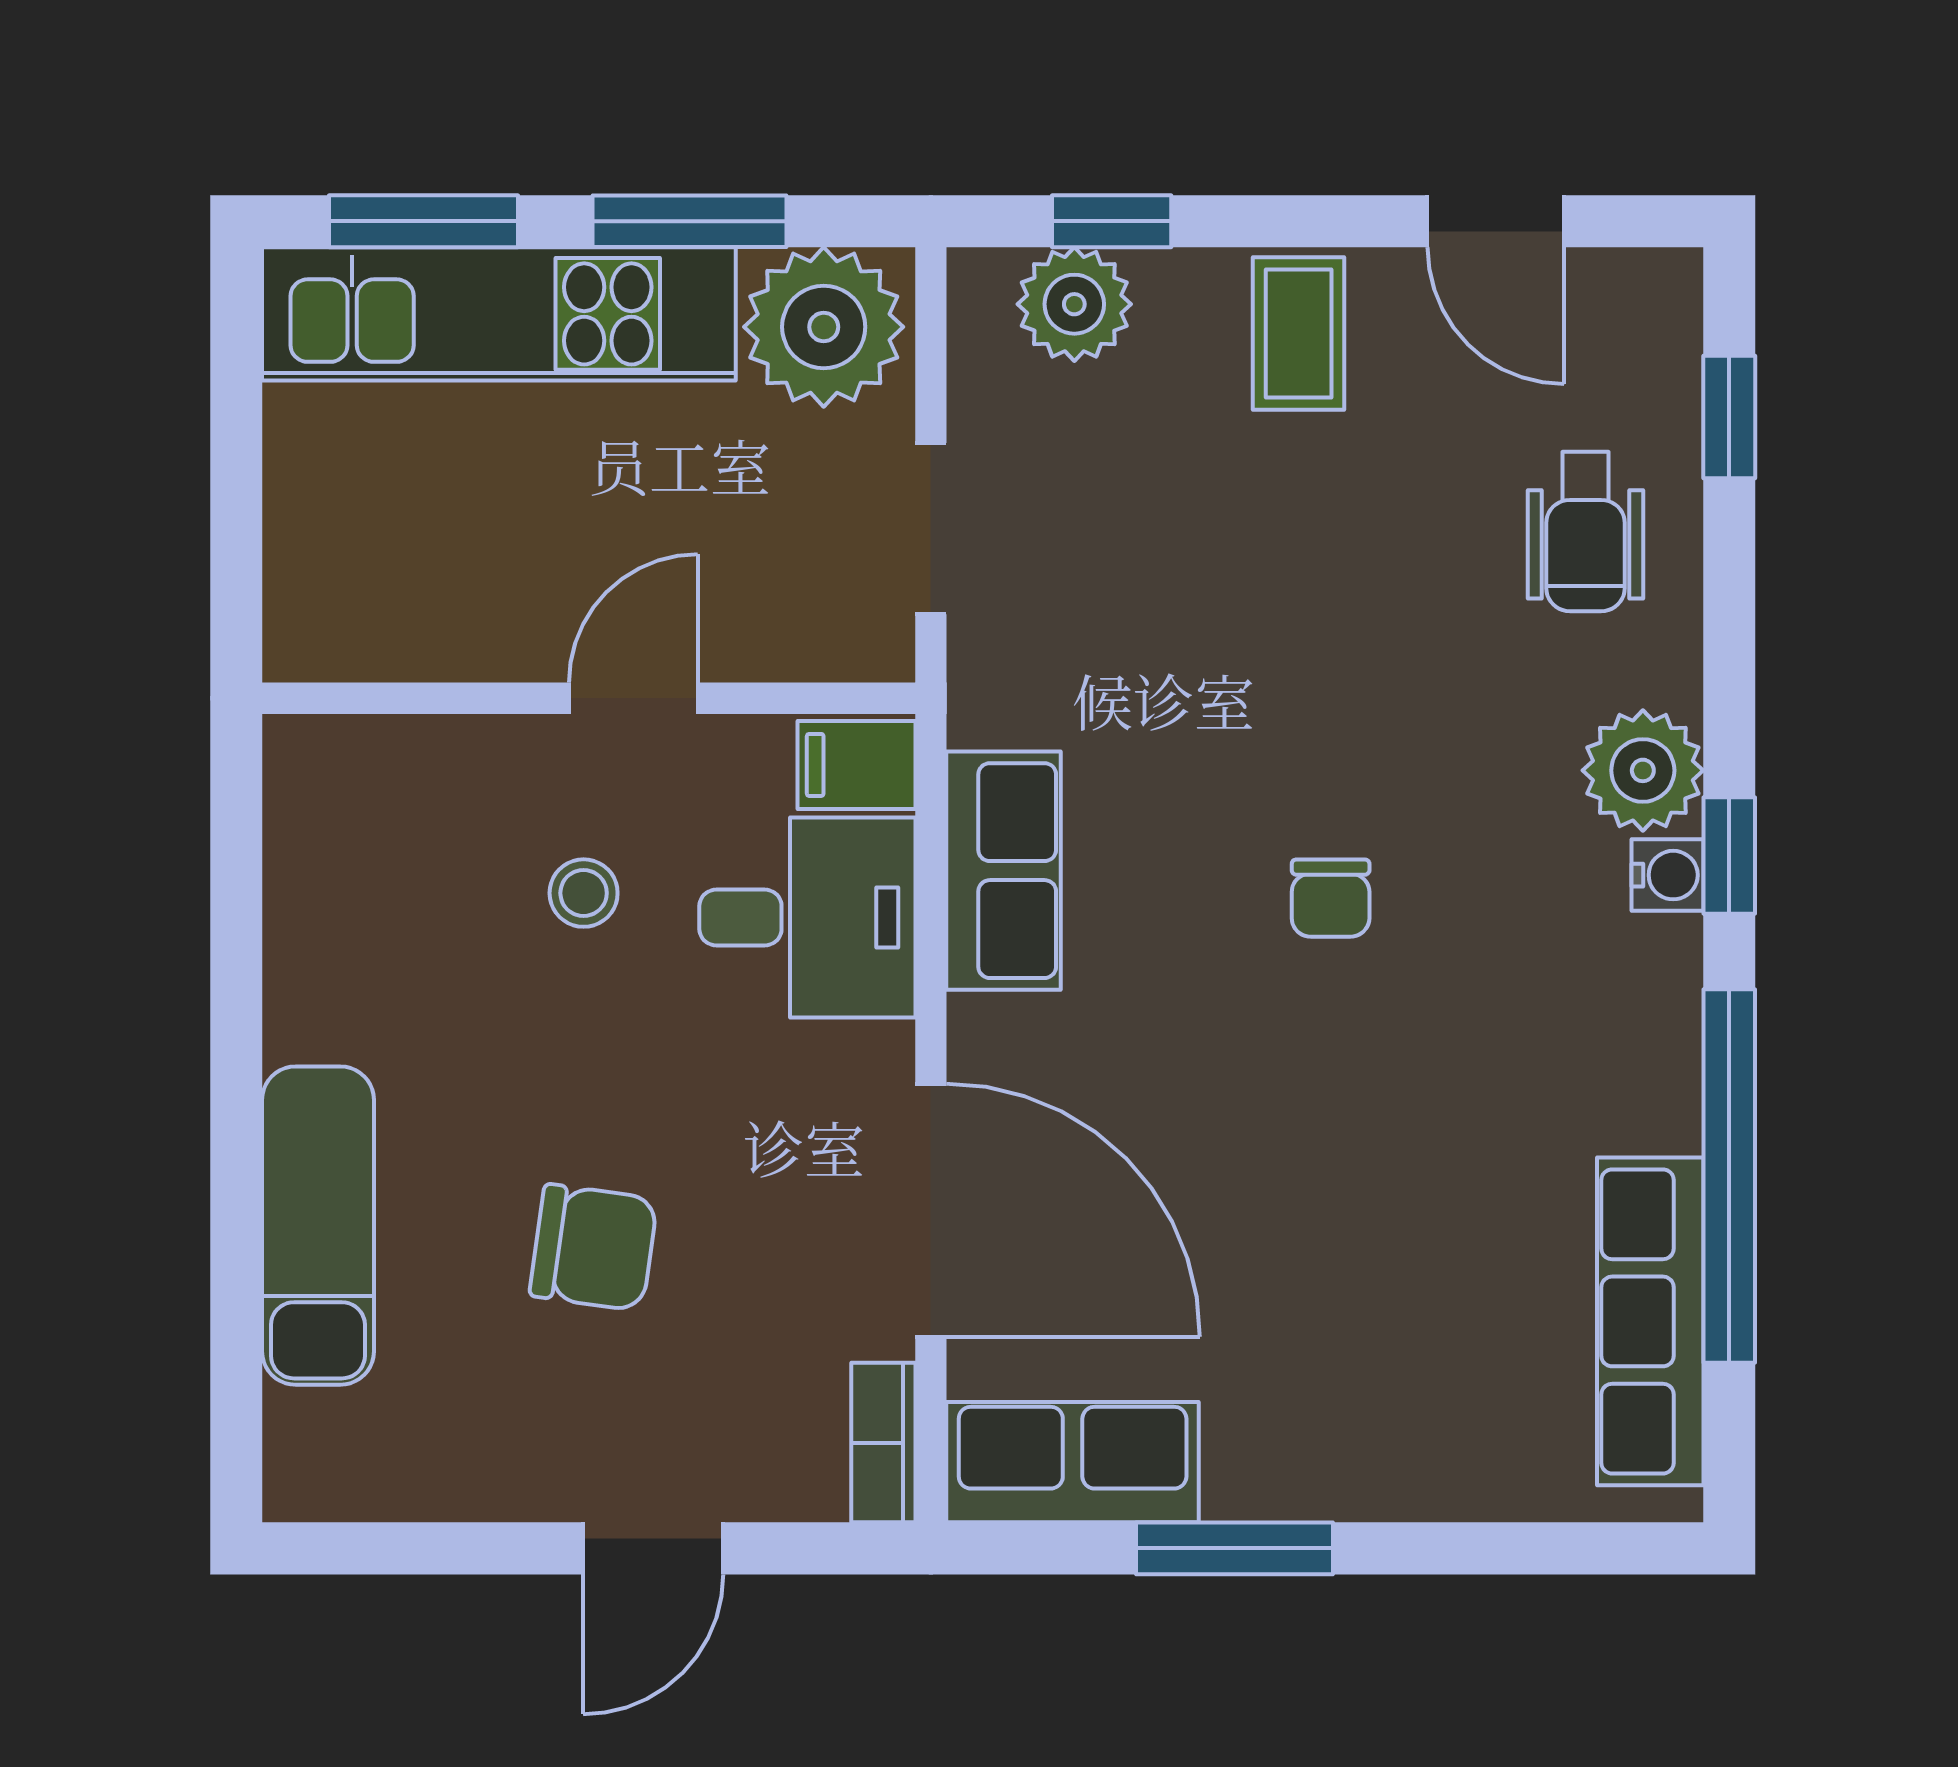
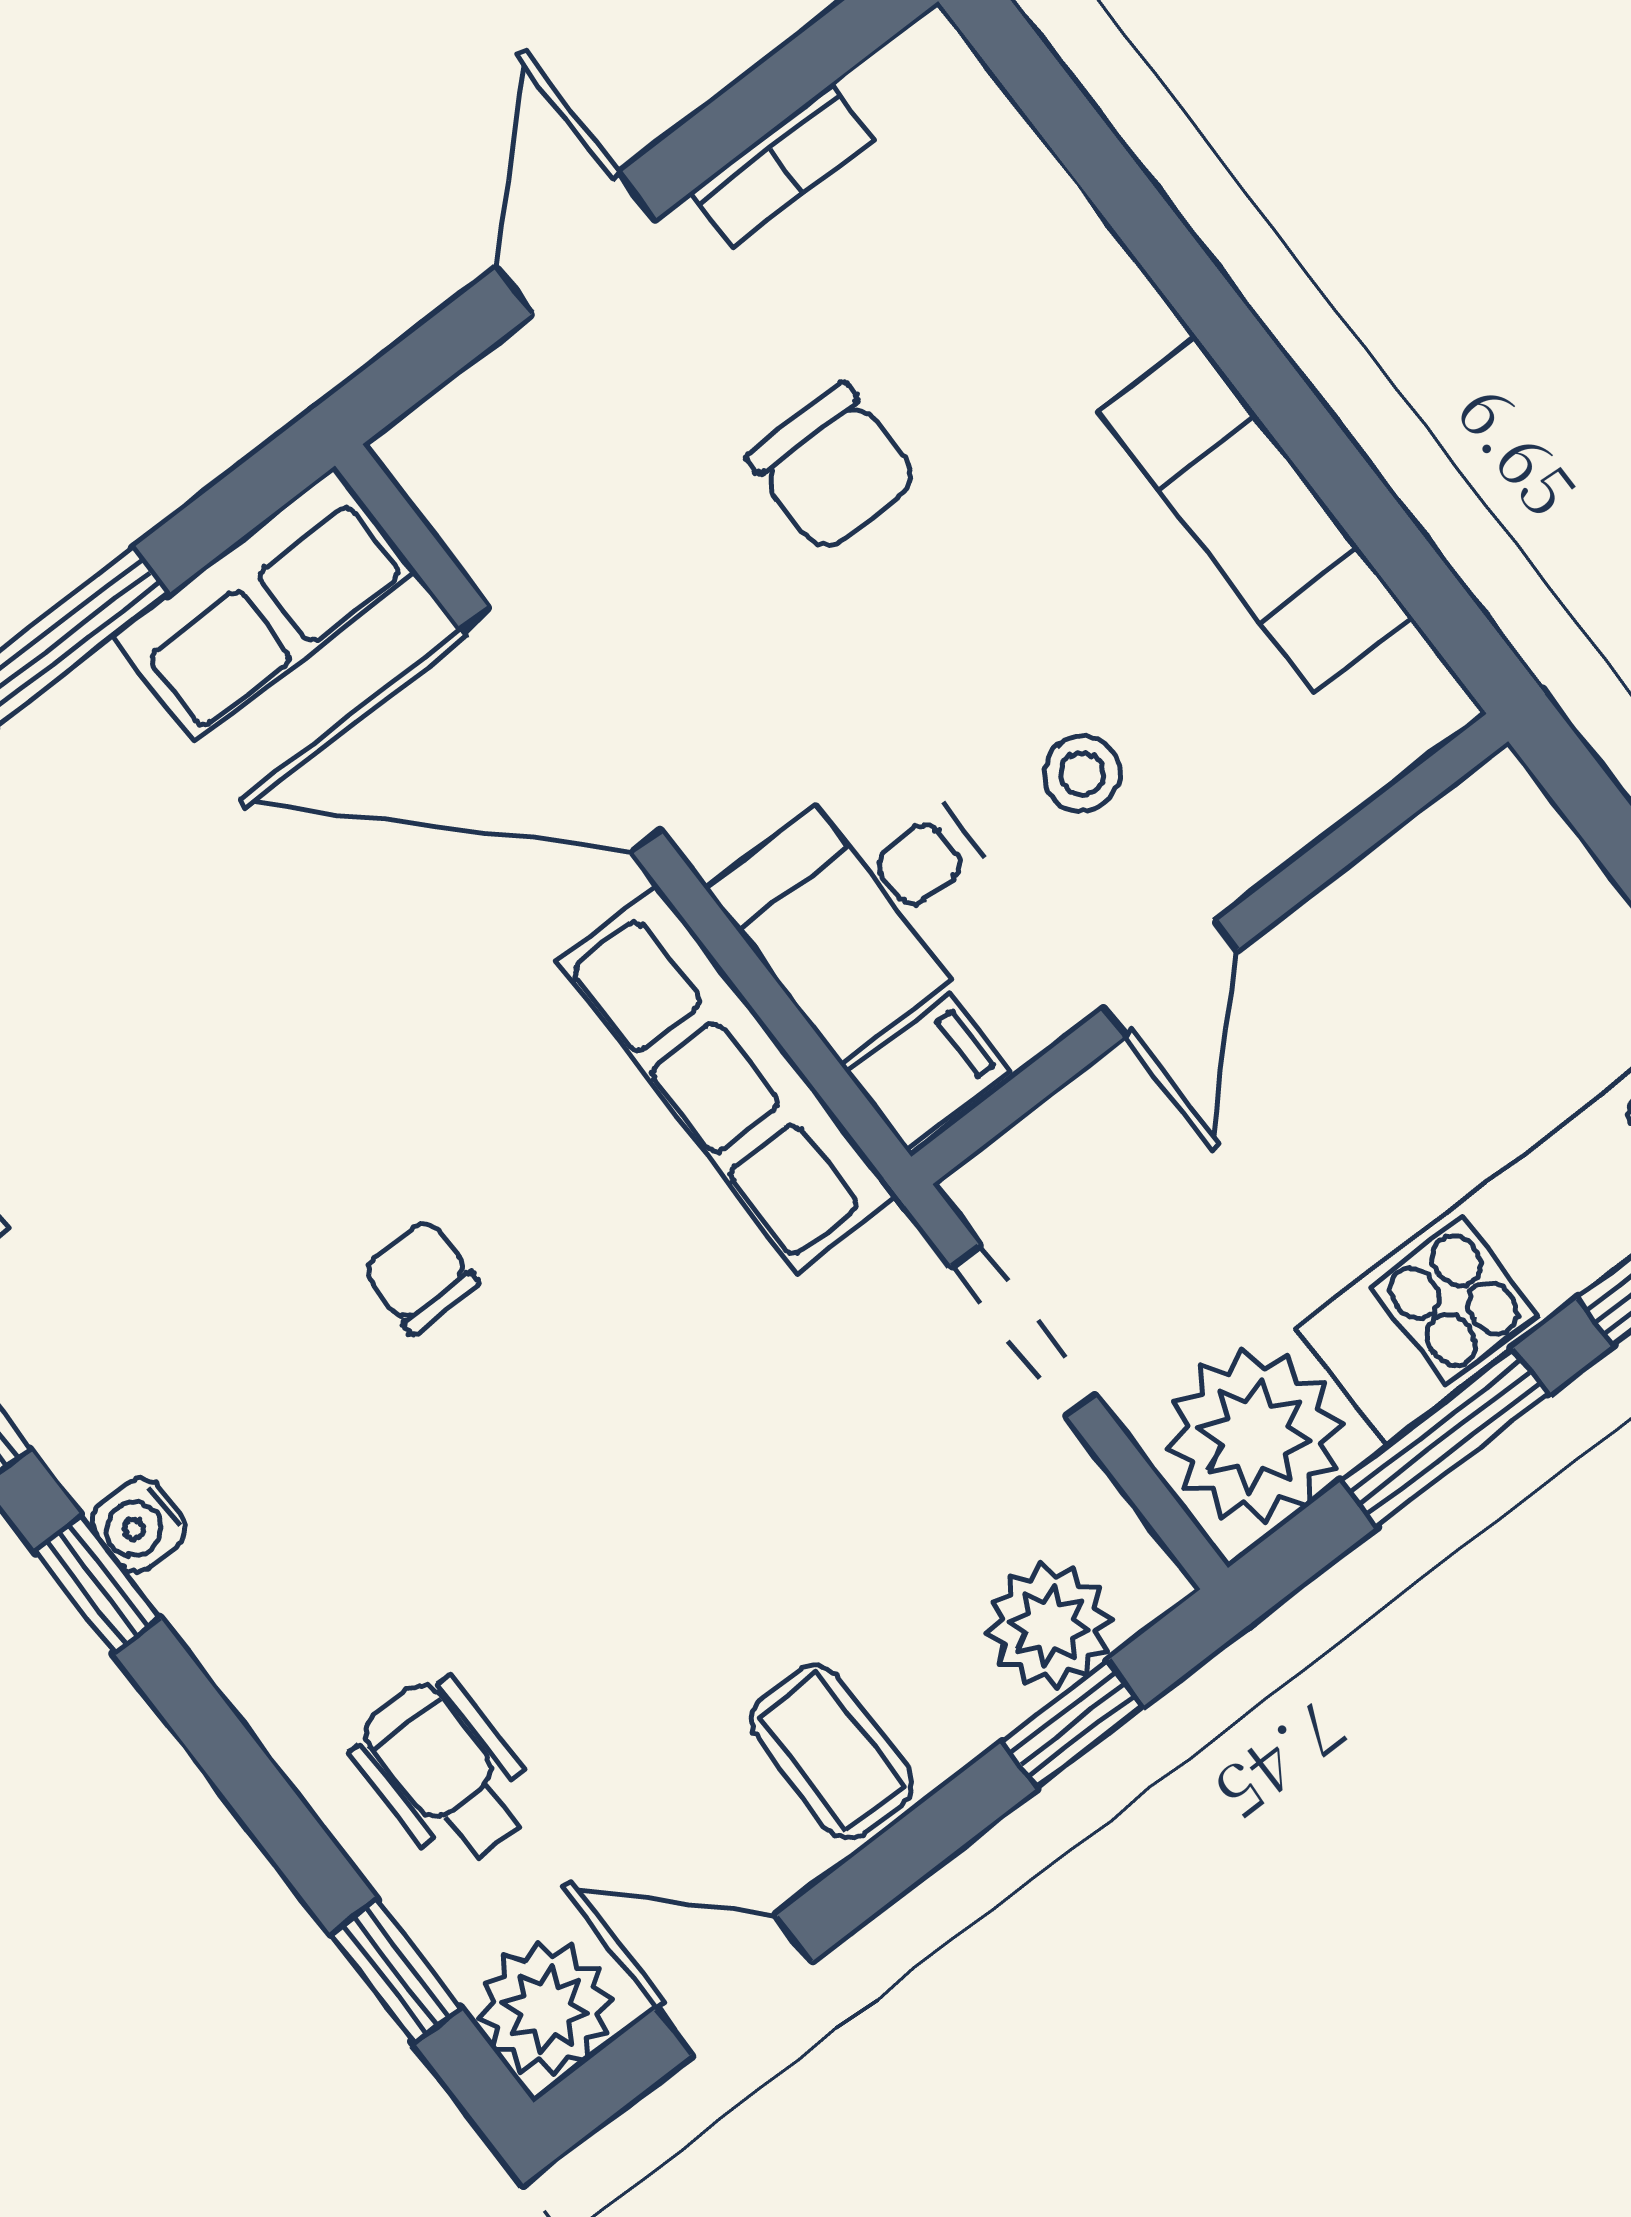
plant: (1643, 770) -> (546, 2009), moved
row of seats: (1004, 871) -> (727, 1079), width x1.48
exam couch: (318, 1226) -> (1255, 514), moved
chair: (593, 1247) -> (833, 468), turned -98
bookcase: (883, 1443) -> (782, 166), moved, turned 90

